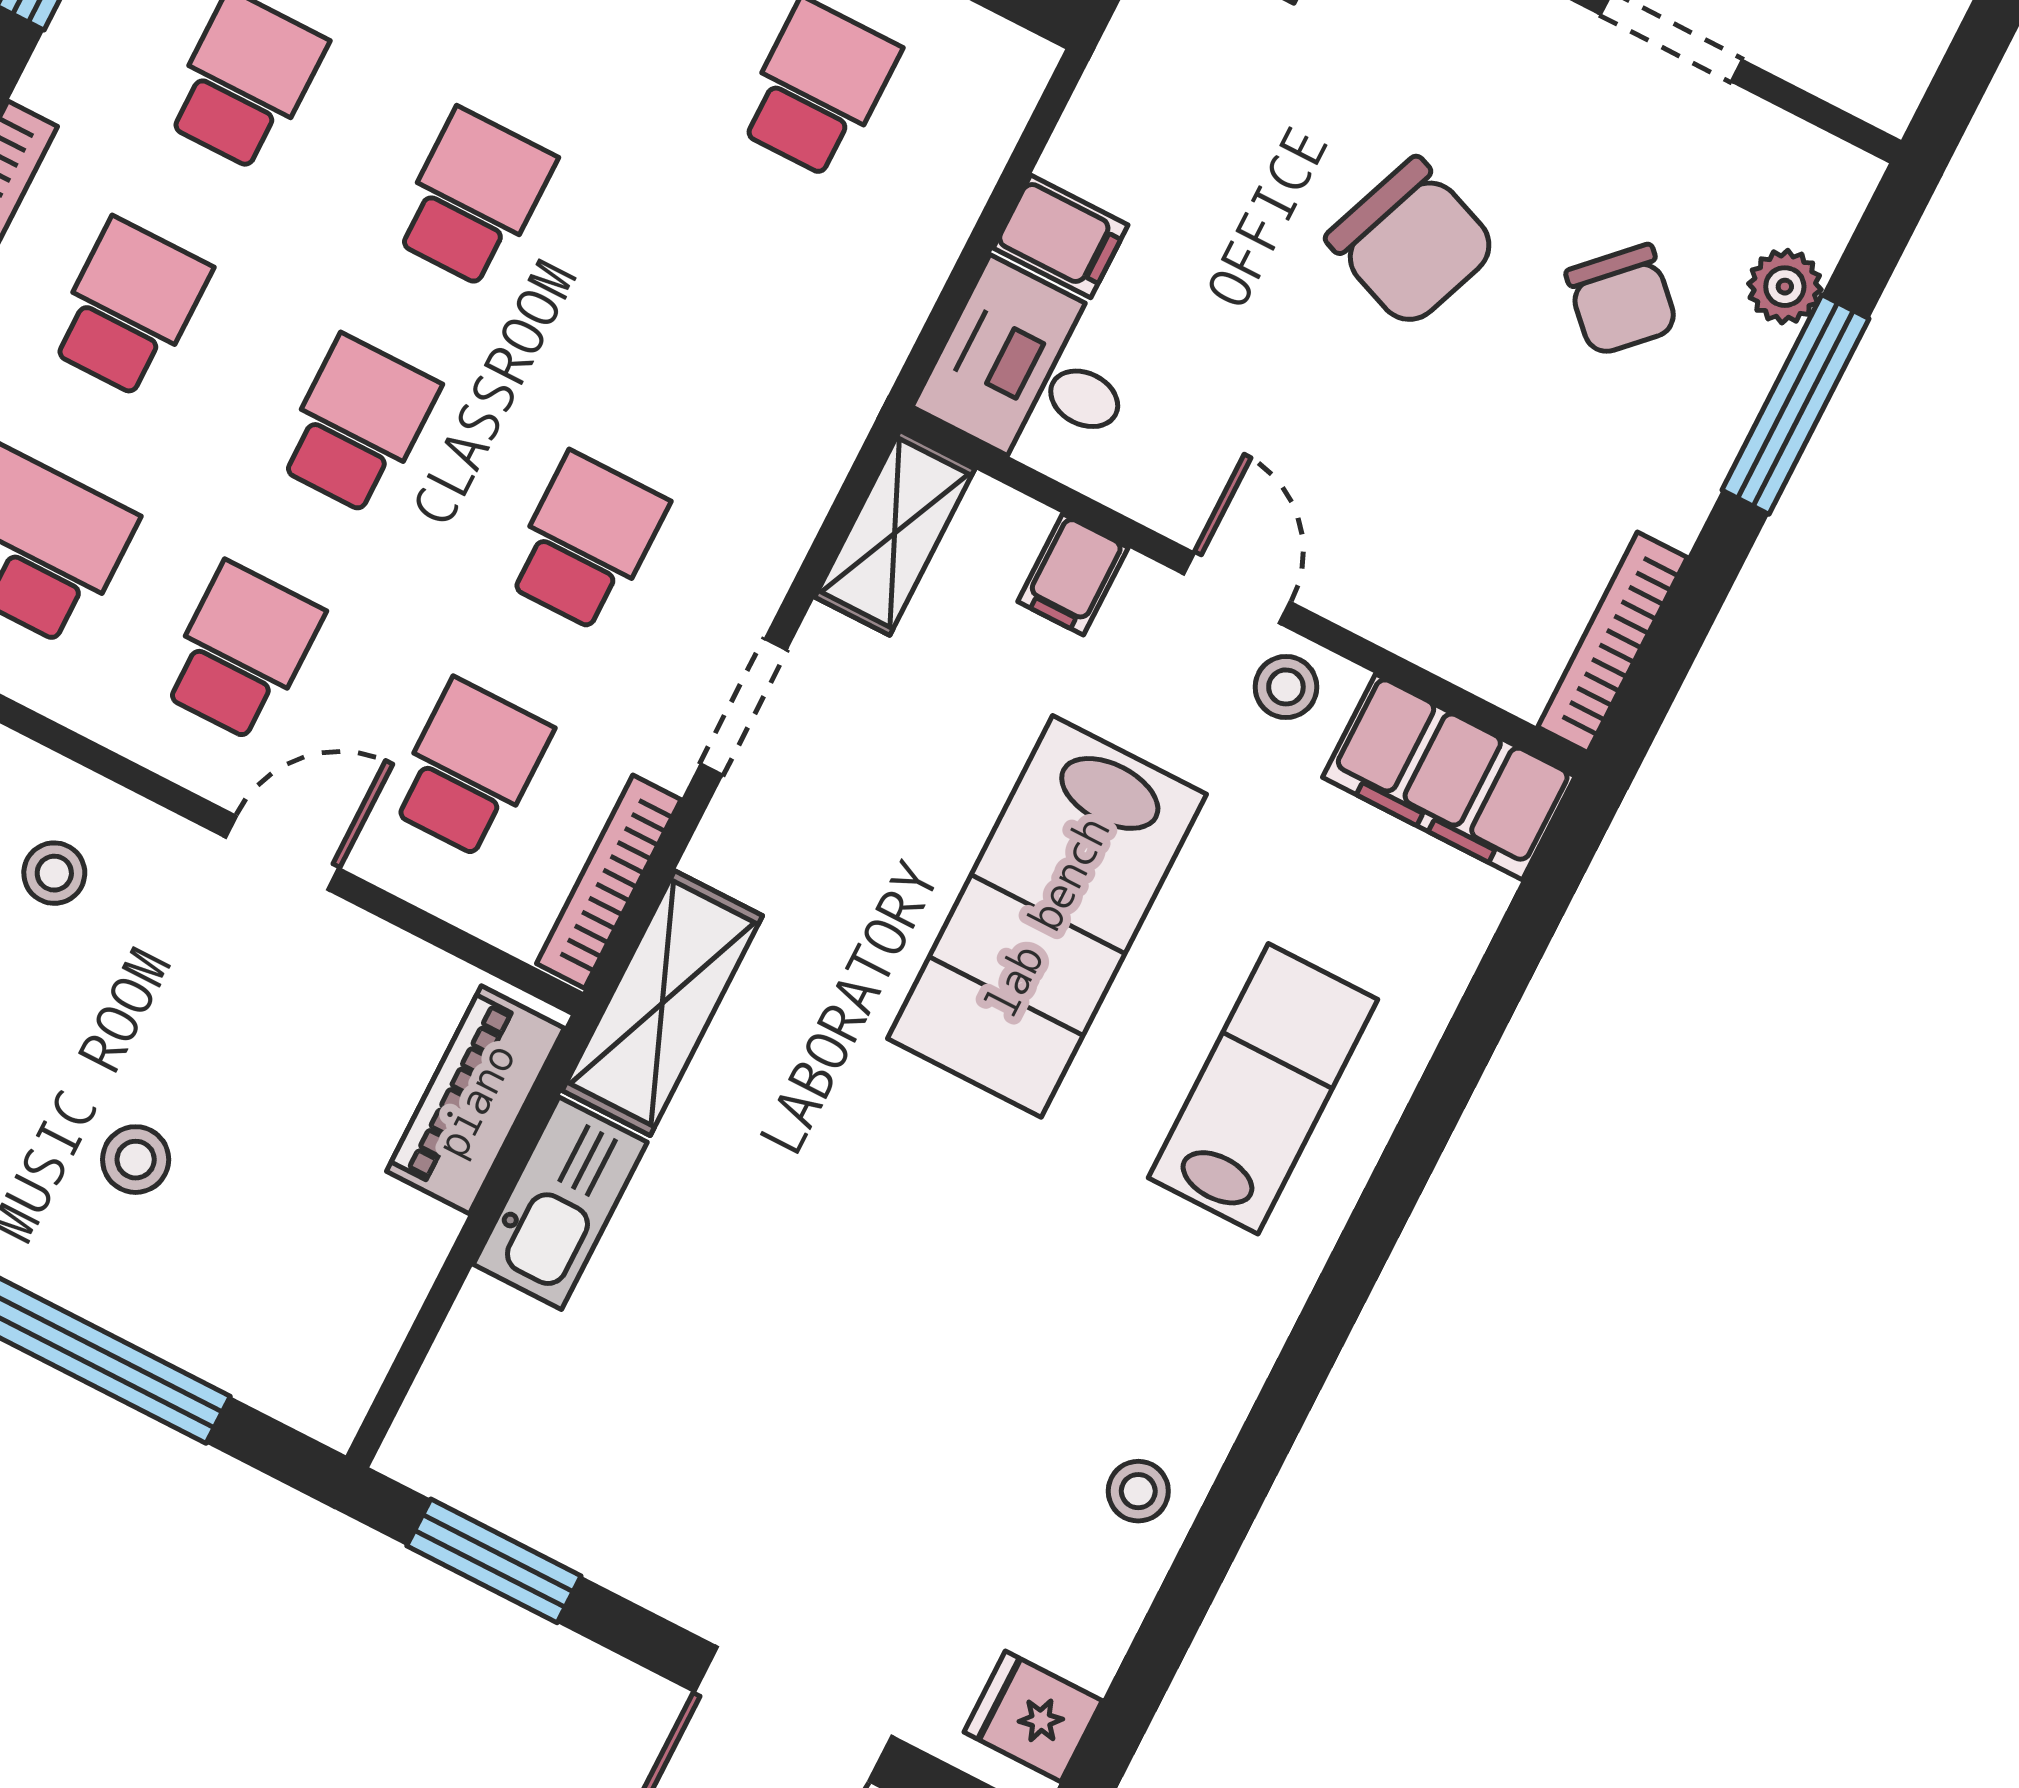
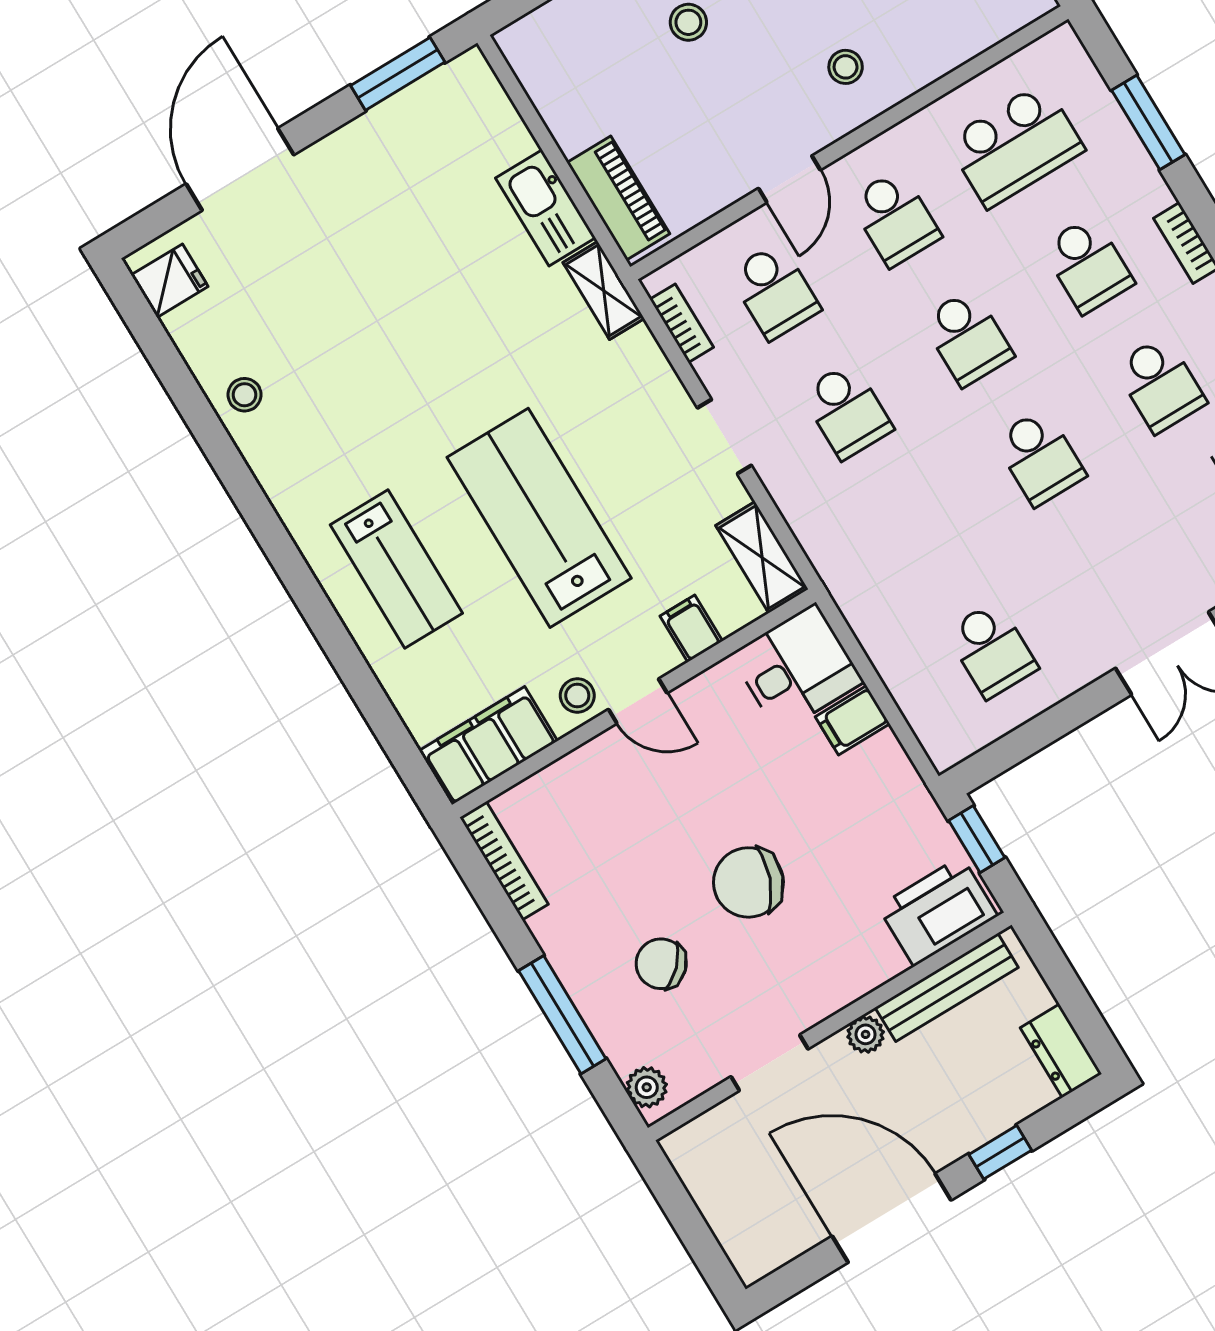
plant: (1785, 287) -> (647, 1087), moved
bookcase: (609, 882) -> (682, 323), width x0.64
shelving: (662, 1003) -> (604, 290), width x0.67, depth x0.75

